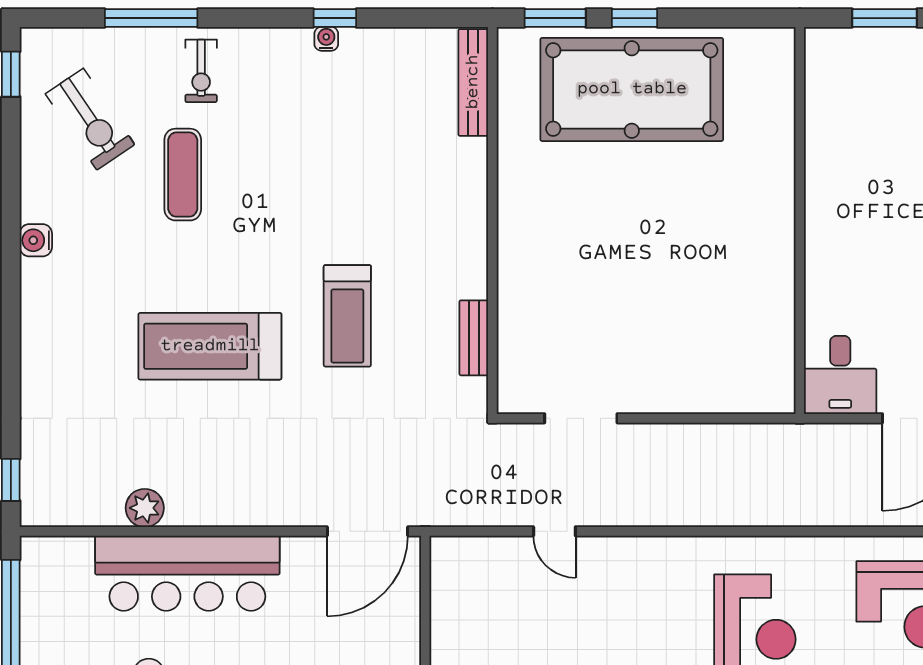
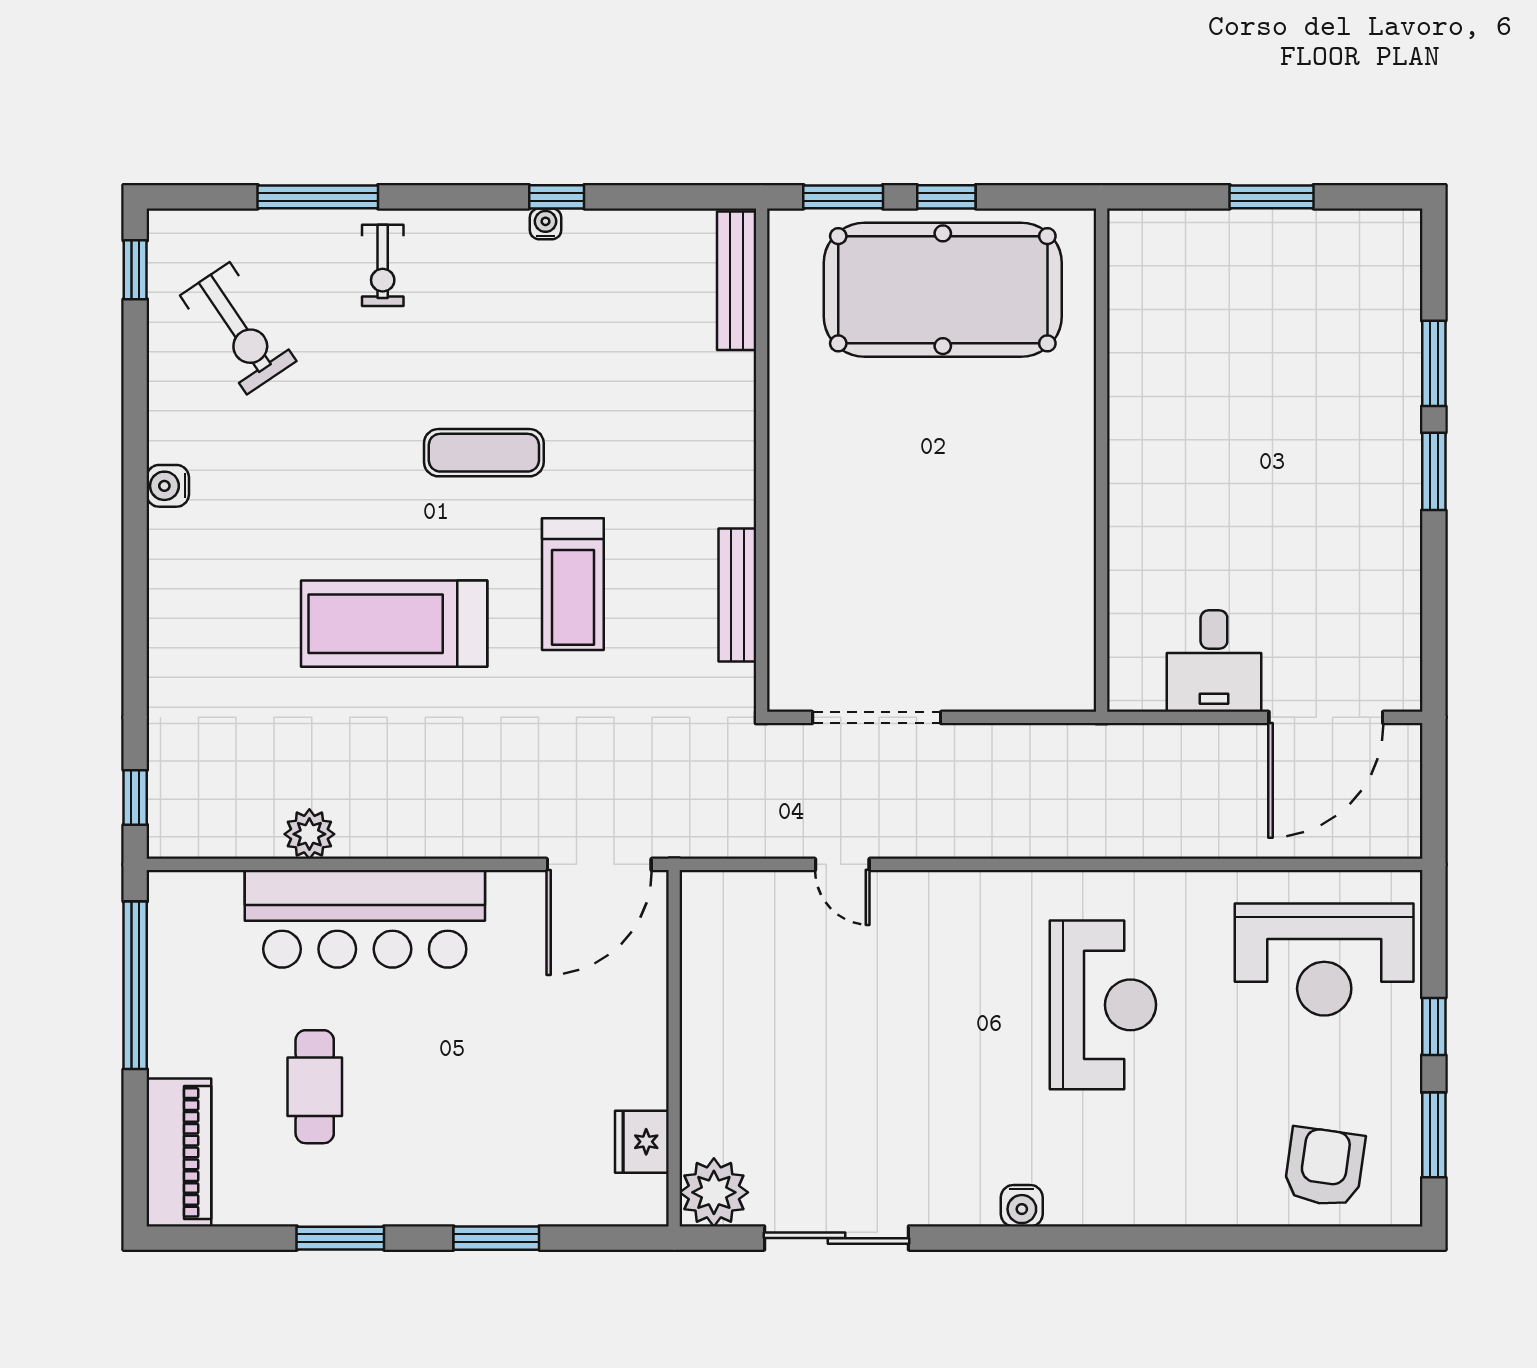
exercise mat: (183, 175) -> (484, 453), moved, turned 90
wall: (800, 220) -> (1102, 460), moved
bench: (474, 338) -> (737, 595), width x1.36
doorway: (581, 418) -> (877, 717), width x1.36

